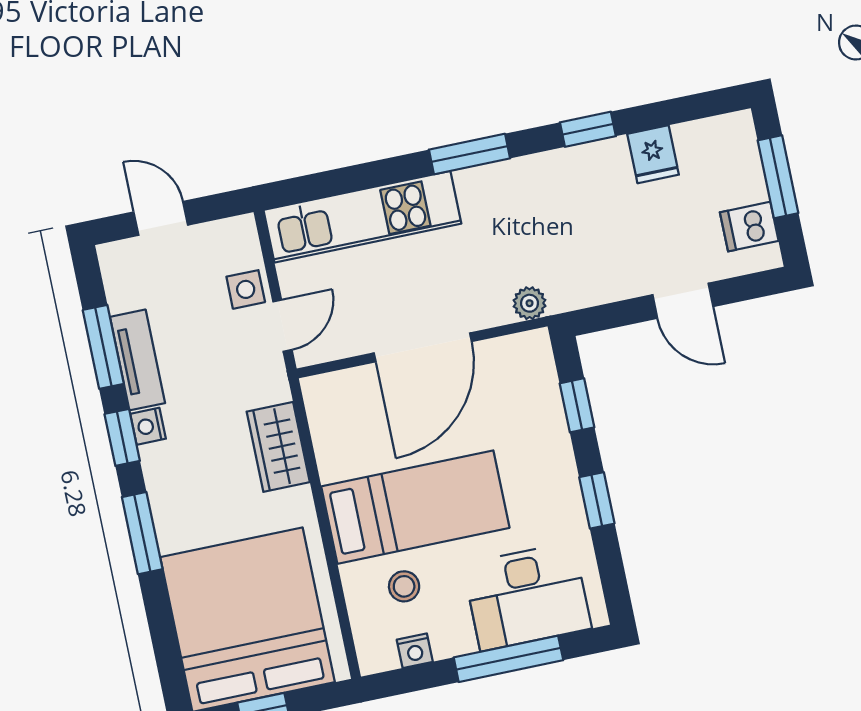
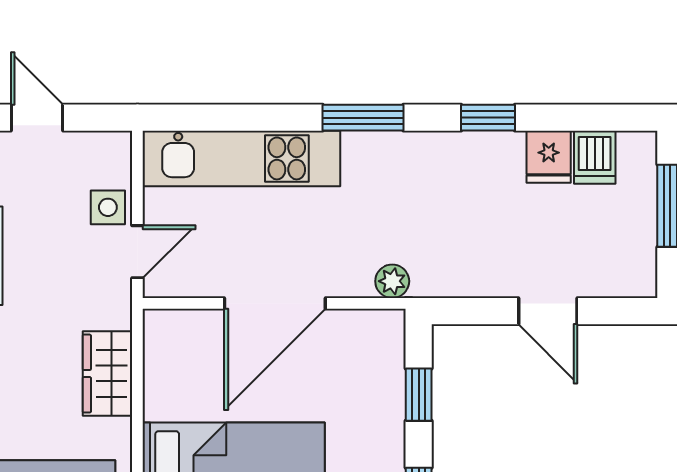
dishwasher: (749, 227) -> (595, 157), moved, turned -90

